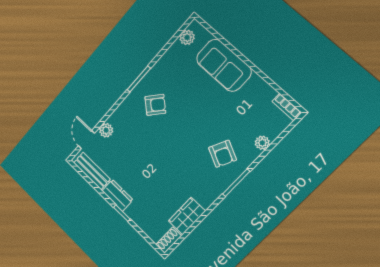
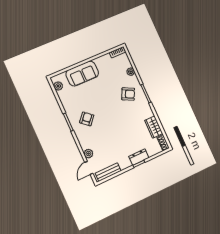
door: (86, 140) -> (89, 168), hinge flipped
dresser: (117, 195) -> (139, 157), moved

